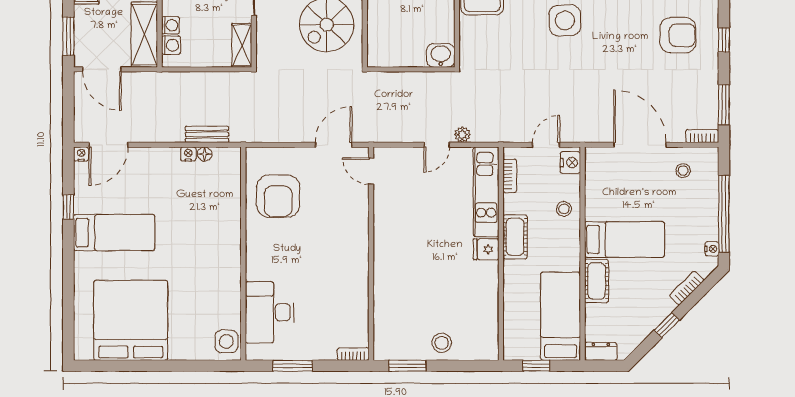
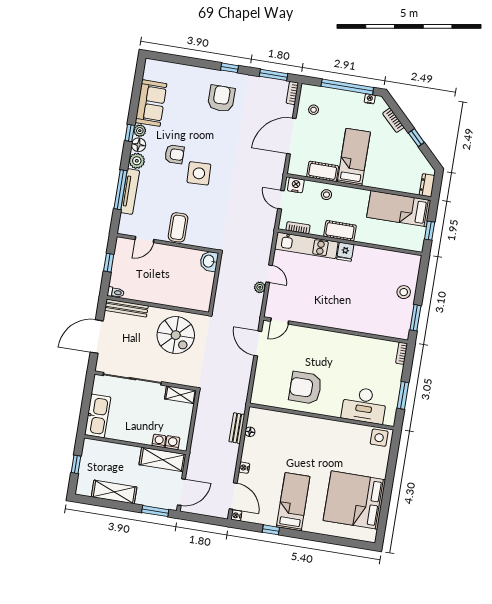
plant: (462, 135) -> (260, 287), moved
nightstand: (188, 154) -> (244, 468), moved
armchair: (278, 196) -> (305, 388), moved, turned 180
cot: (597, 281) -> (323, 171), moved

